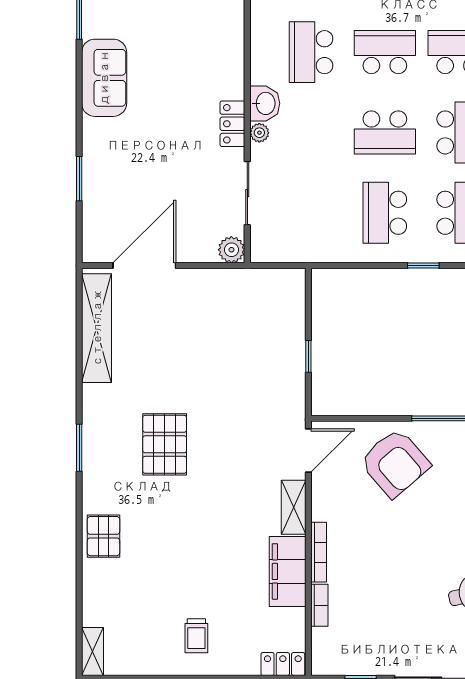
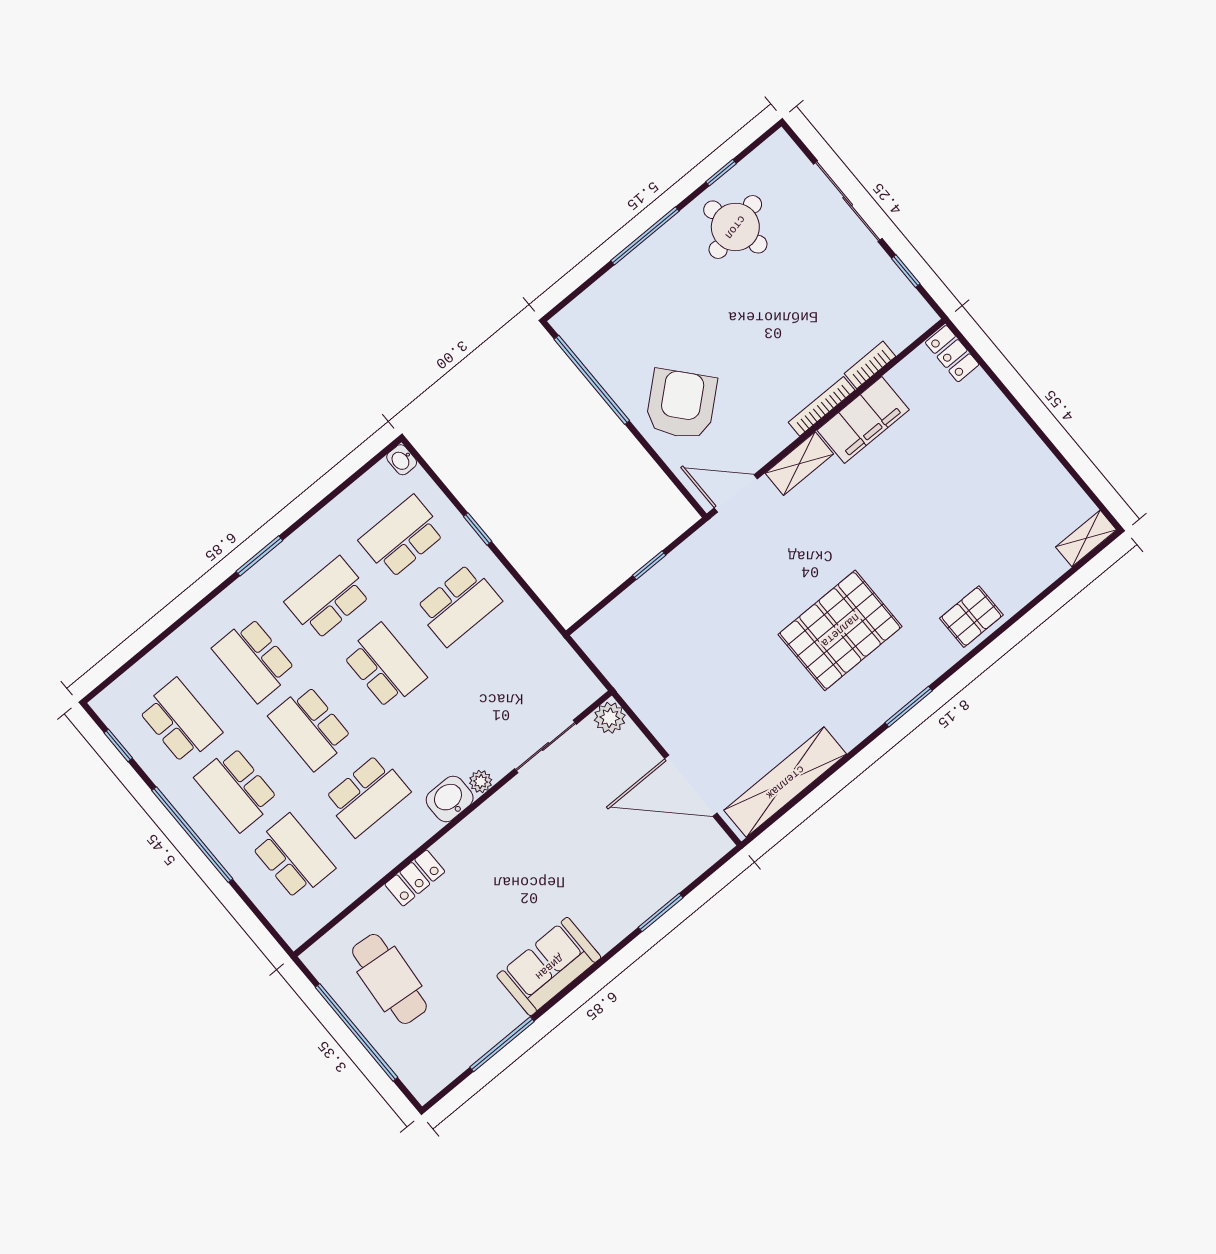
locker: (232, 124) -> (415, 878), moved
pallet: (165, 444) -> (840, 630), width x1.37, depth x1.41
trolley: (196, 636) -> (992, 455), removed

